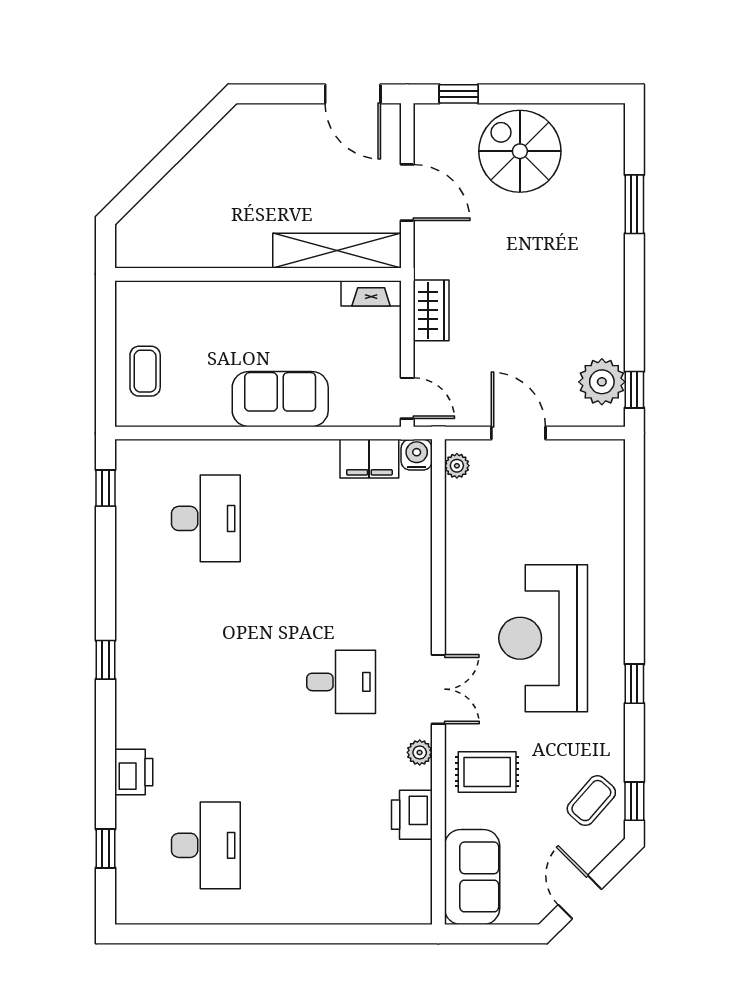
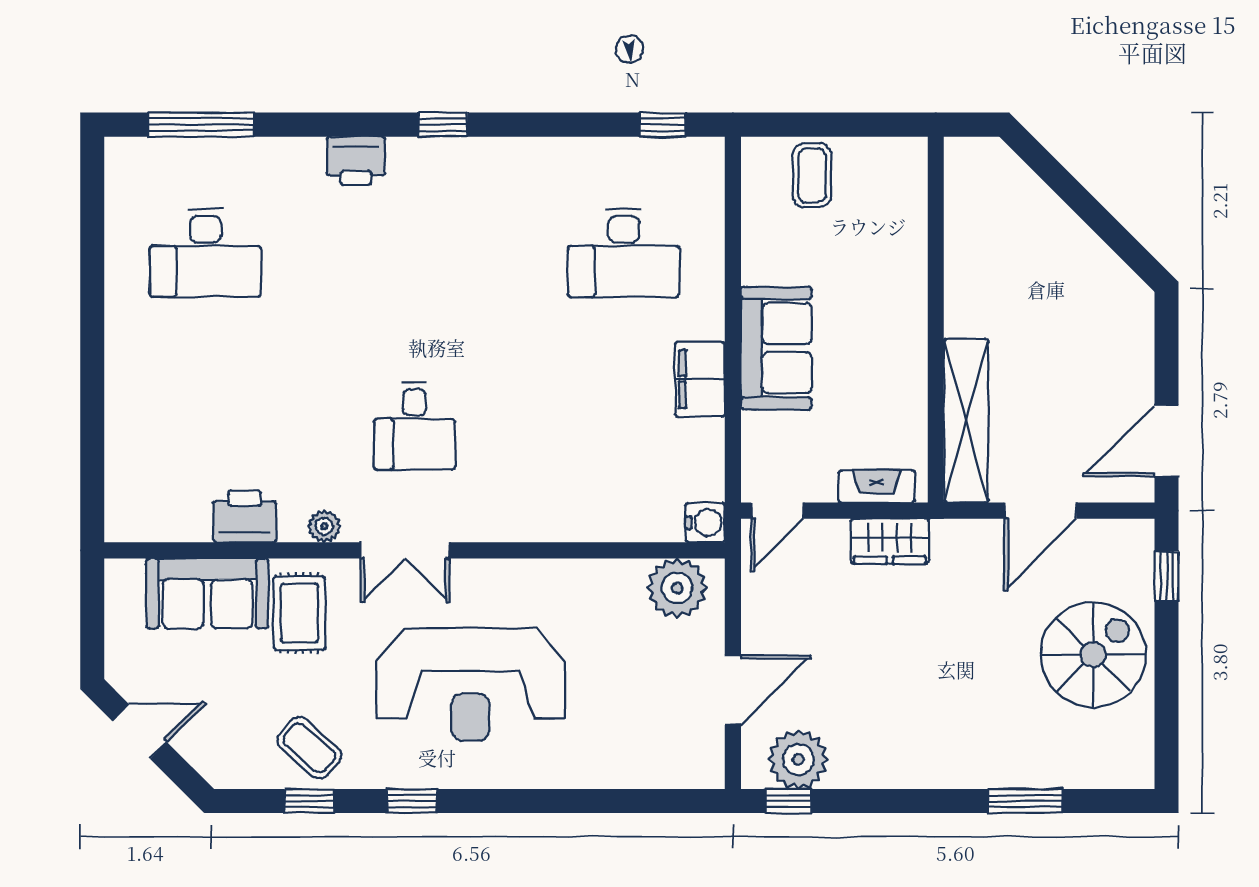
fireplace: (371, 293) -> (877, 486), moved, turned 90
coffee table: (145, 371) -> (812, 175), turned 90
door: (518, 433) -> (733, 690), moved
filing cabinet: (369, 459) -> (700, 379), moved
plant: (457, 466) -> (677, 588), width x1.88, depth x1.88
reception desk: (543, 638) -> (470, 684), turned 180
printer: (134, 772) -> (356, 161), moved
coffee table: (591, 801) -> (309, 748), moved
window: (634, 801) -> (309, 801), moved
window: (105, 849) -> (201, 125), width x2.17
sofa: (472, 877) -> (207, 594), moved

